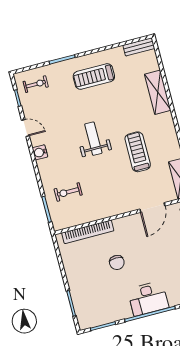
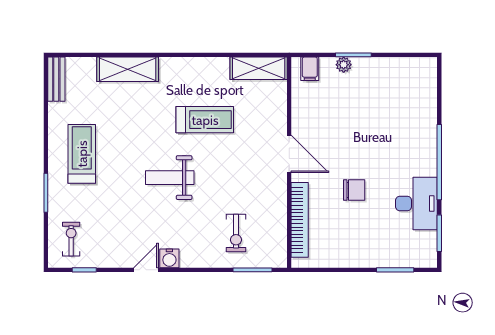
treadmill: (94, 76) -> (82, 154), turned 180
door: (25, 128) -> (146, 270), moved
treadmill: (138, 152) -> (205, 120), turned 180
door: (152, 208) -> (289, 154), moved
desk: (148, 298) -> (416, 203), moved

